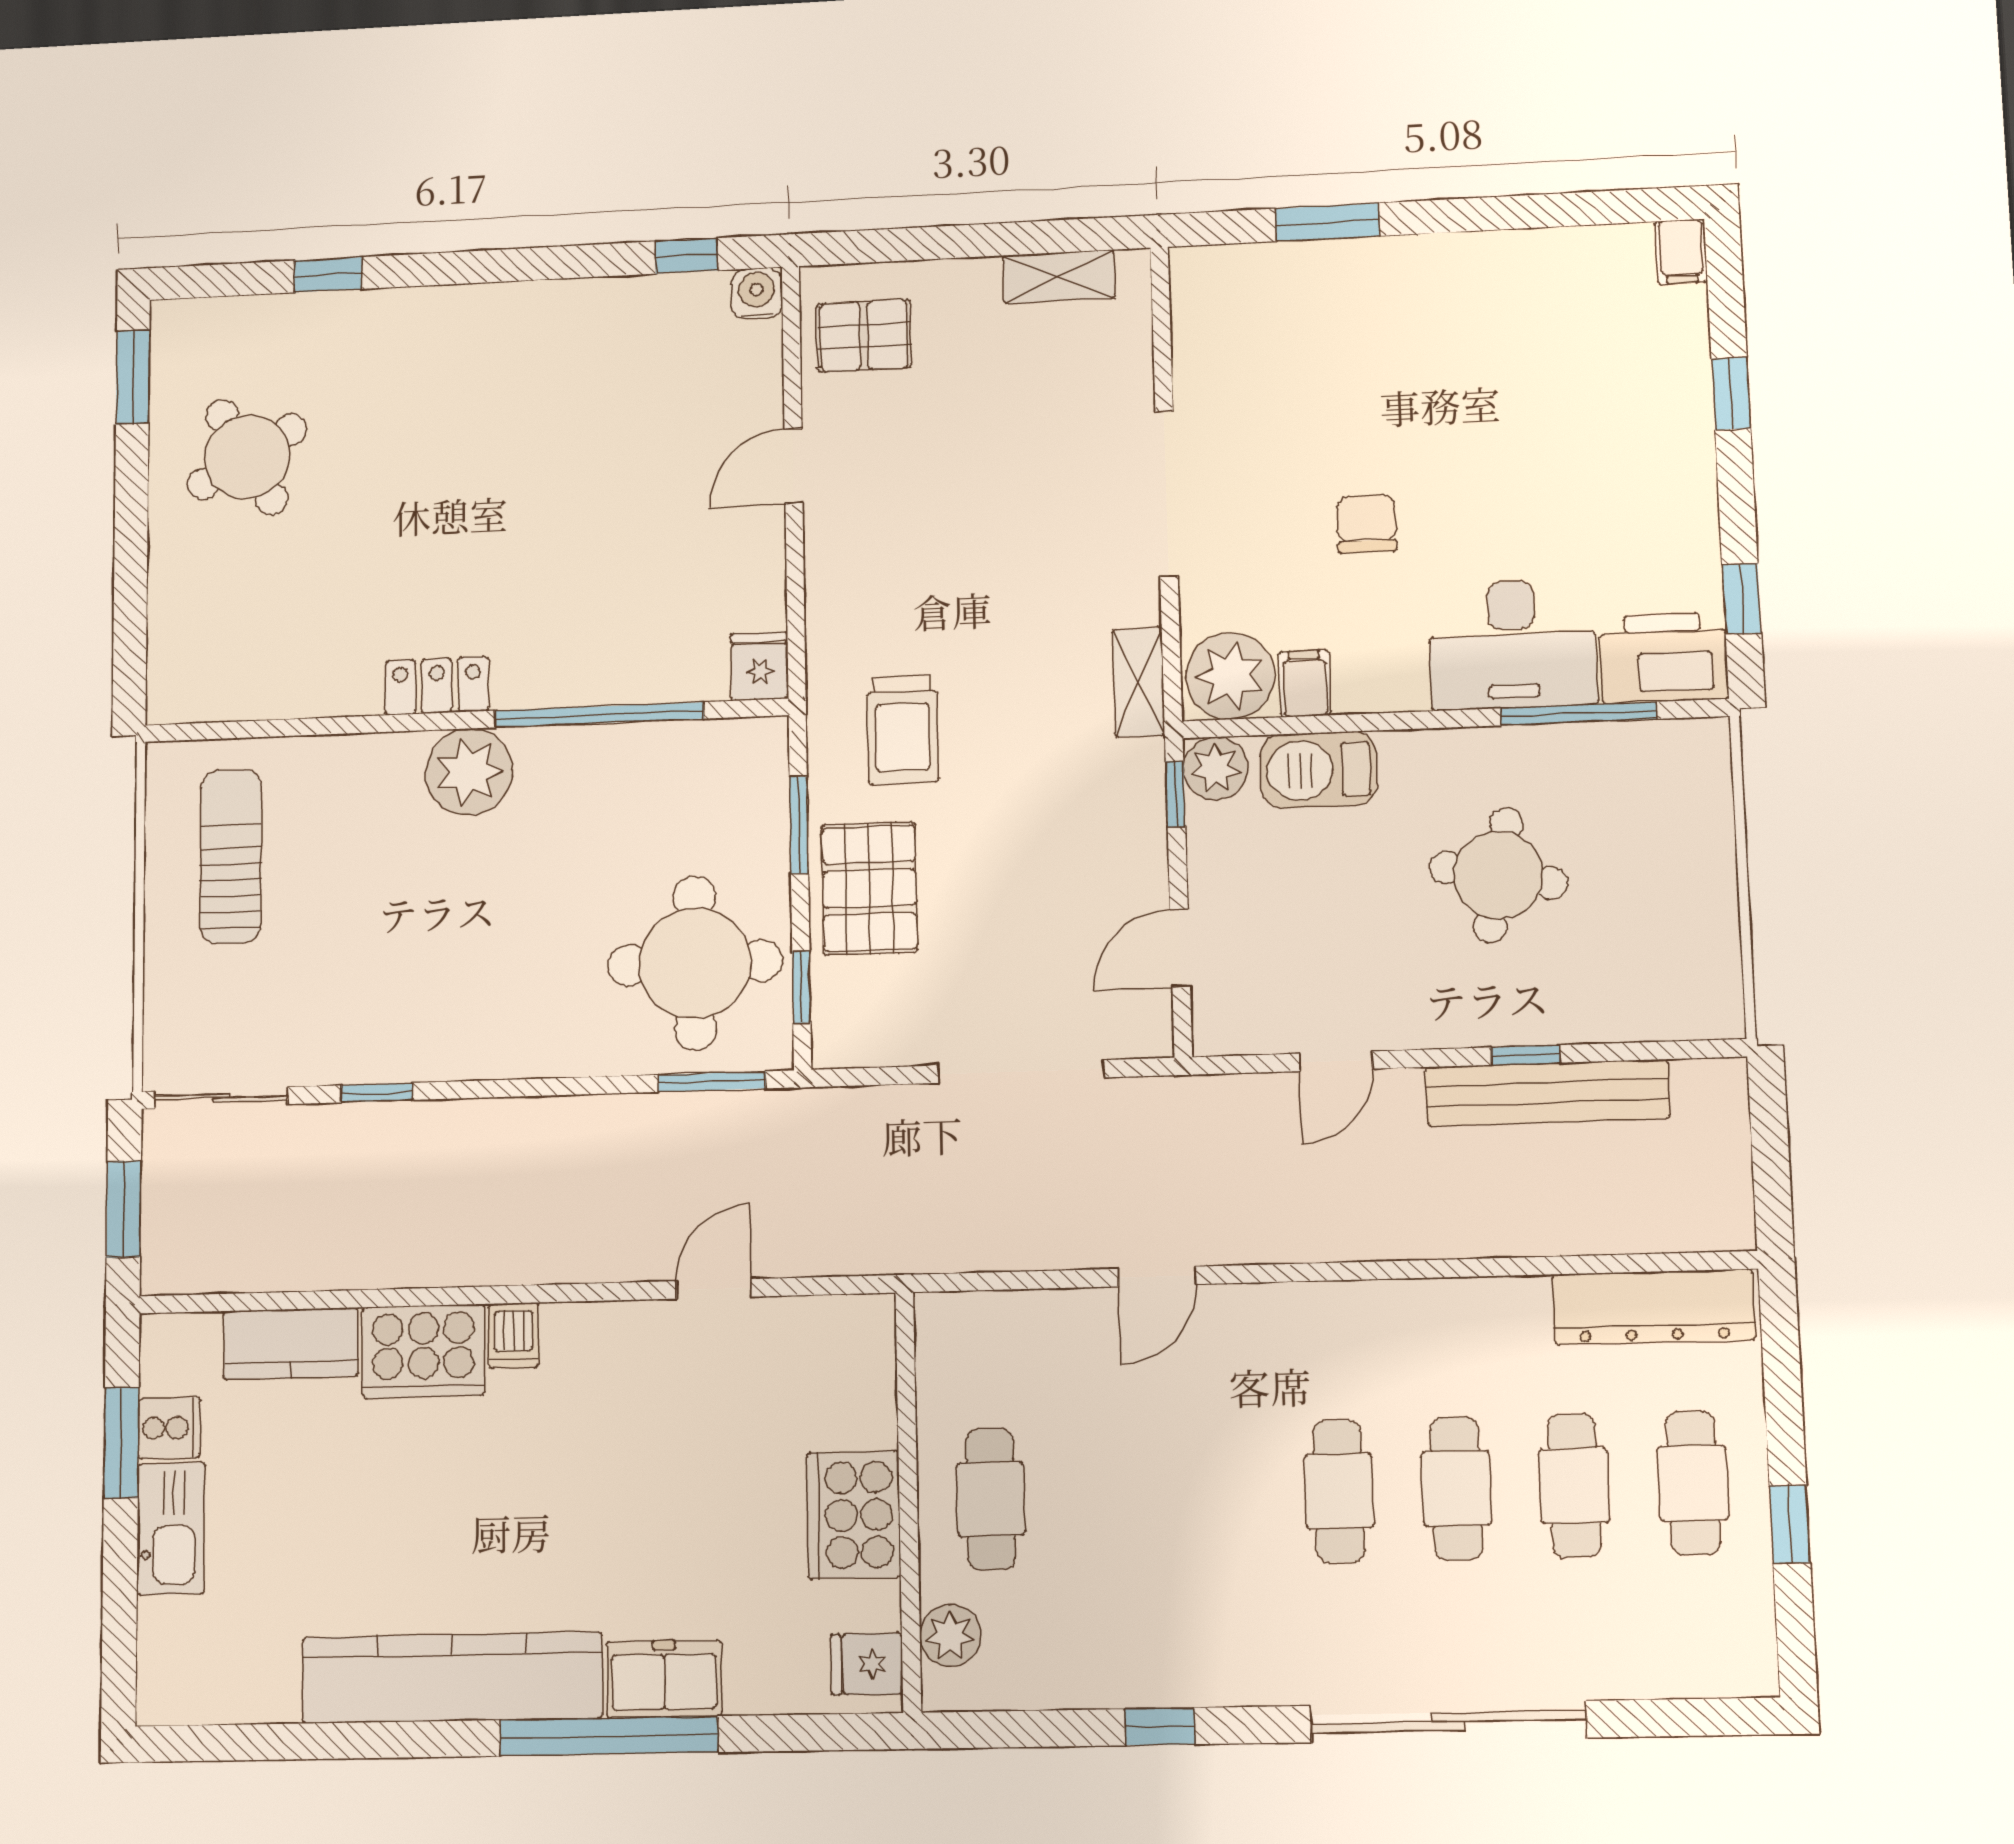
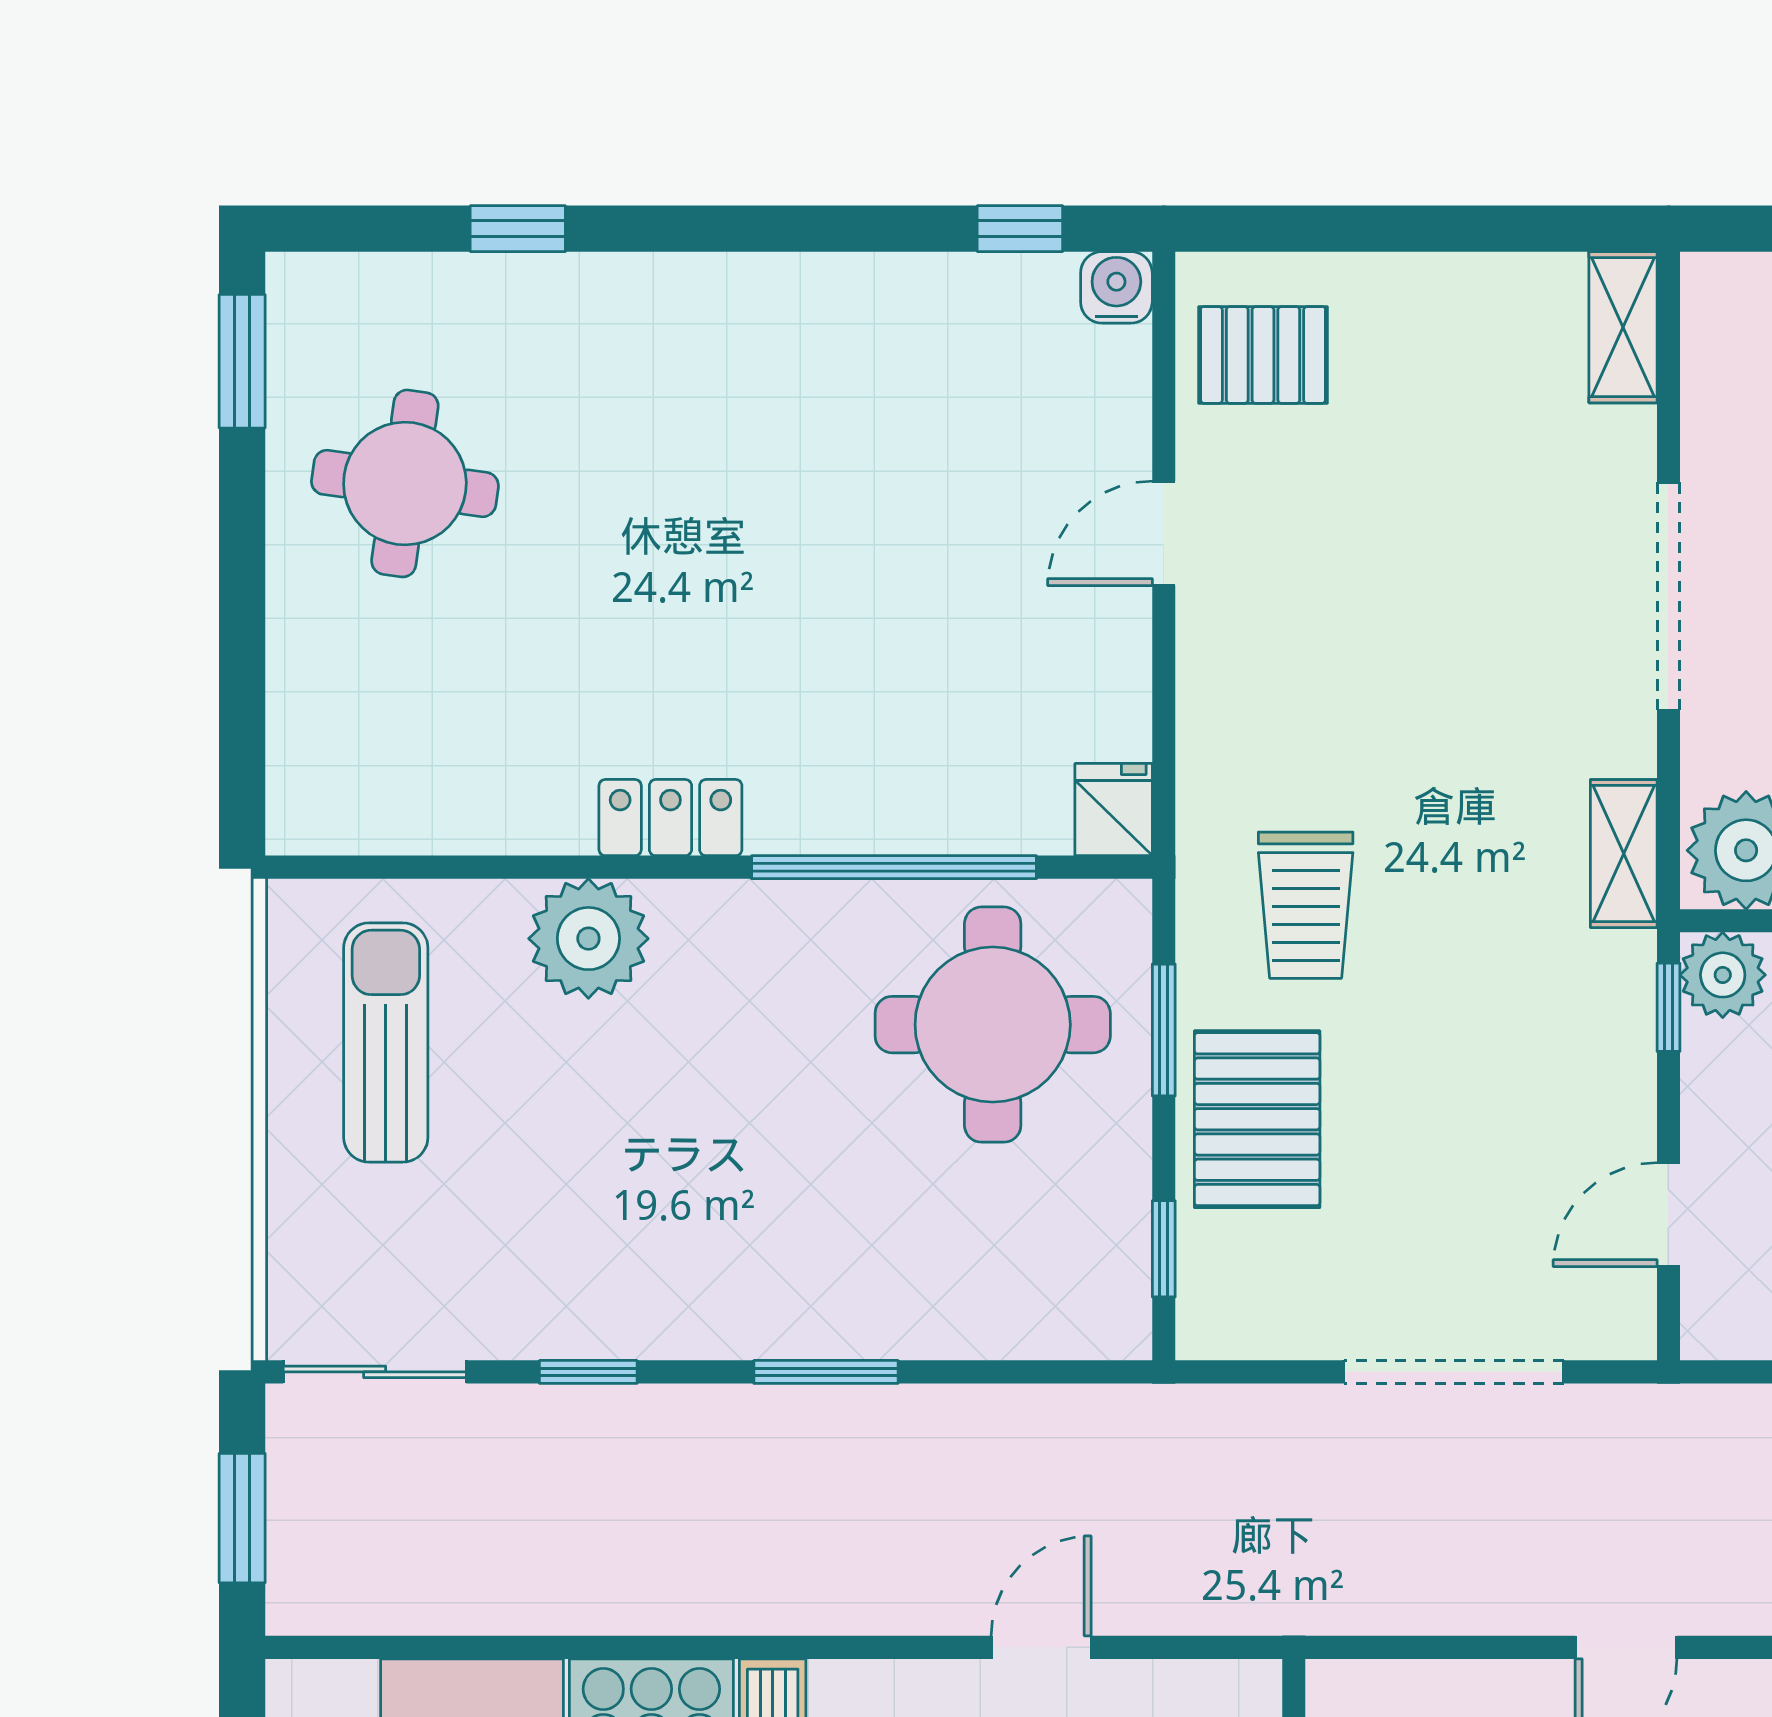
shelving: (1059, 277) -> (1623, 327), moved, turned 90
round table: (247, 457) -> (405, 483), turned 38
plant: (469, 772) -> (588, 939), moved
round table: (695, 963) -> (993, 1025), moved
window: (712, 1082) -> (826, 1372), moved

